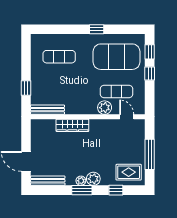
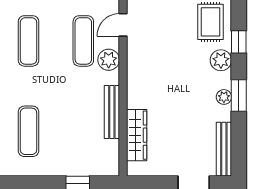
exercise mat: (116, 57) -> (28, 41), width x0.50, depth x0.69
bench: (48, 110) -> (112, 112), moved
wardrobe: (72, 125) -> (137, 135), moved
plant: (93, 179) -> (221, 60), moved

